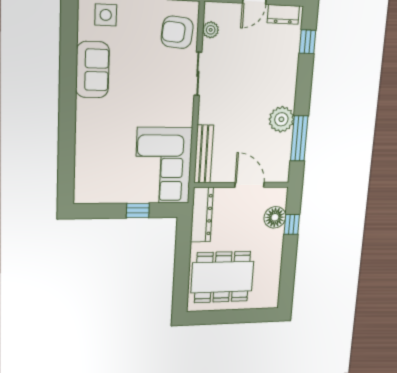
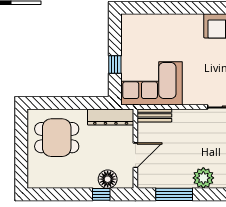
plant: (281, 119) -> (203, 178), moved
bench: (204, 154) -> (154, 115), width x0.73
dining table: (222, 277) -> (57, 138), width x0.73

